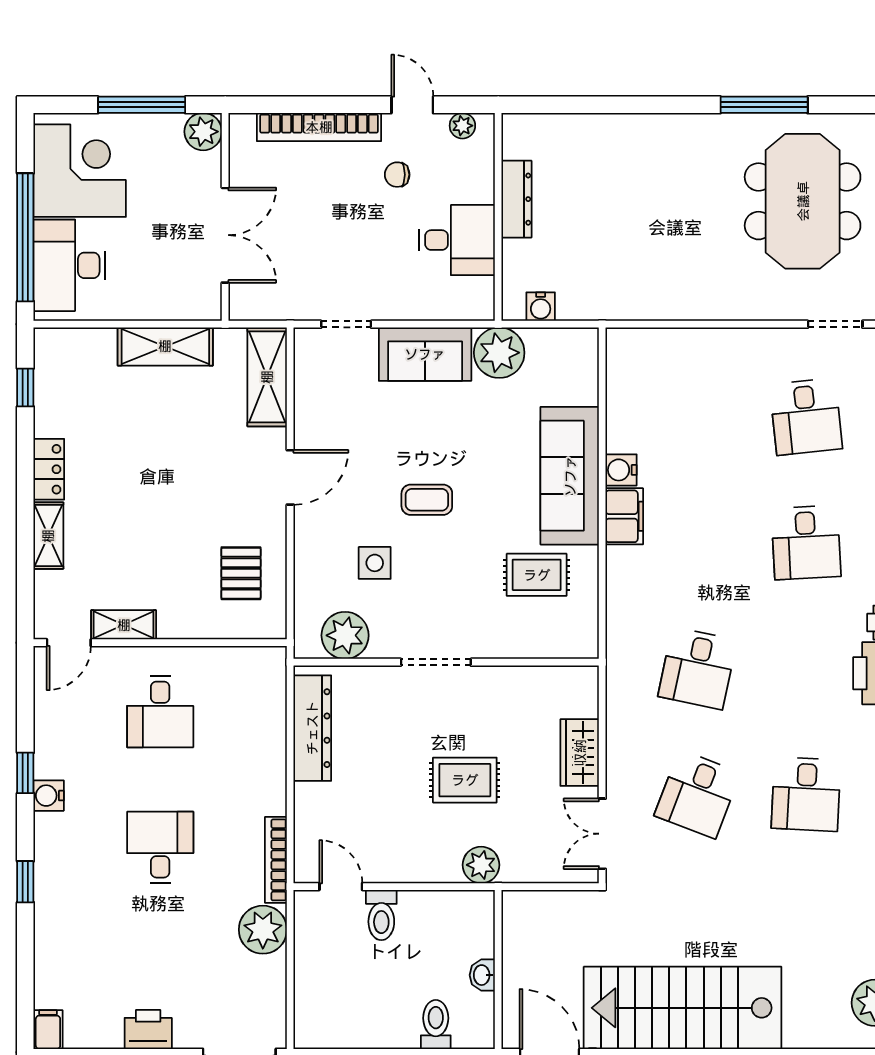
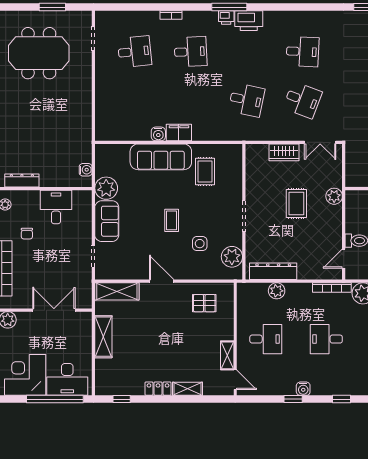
dresser: (516, 199) -> (22, 180), moved
plant: (269, 736) -> (277, 291), added

